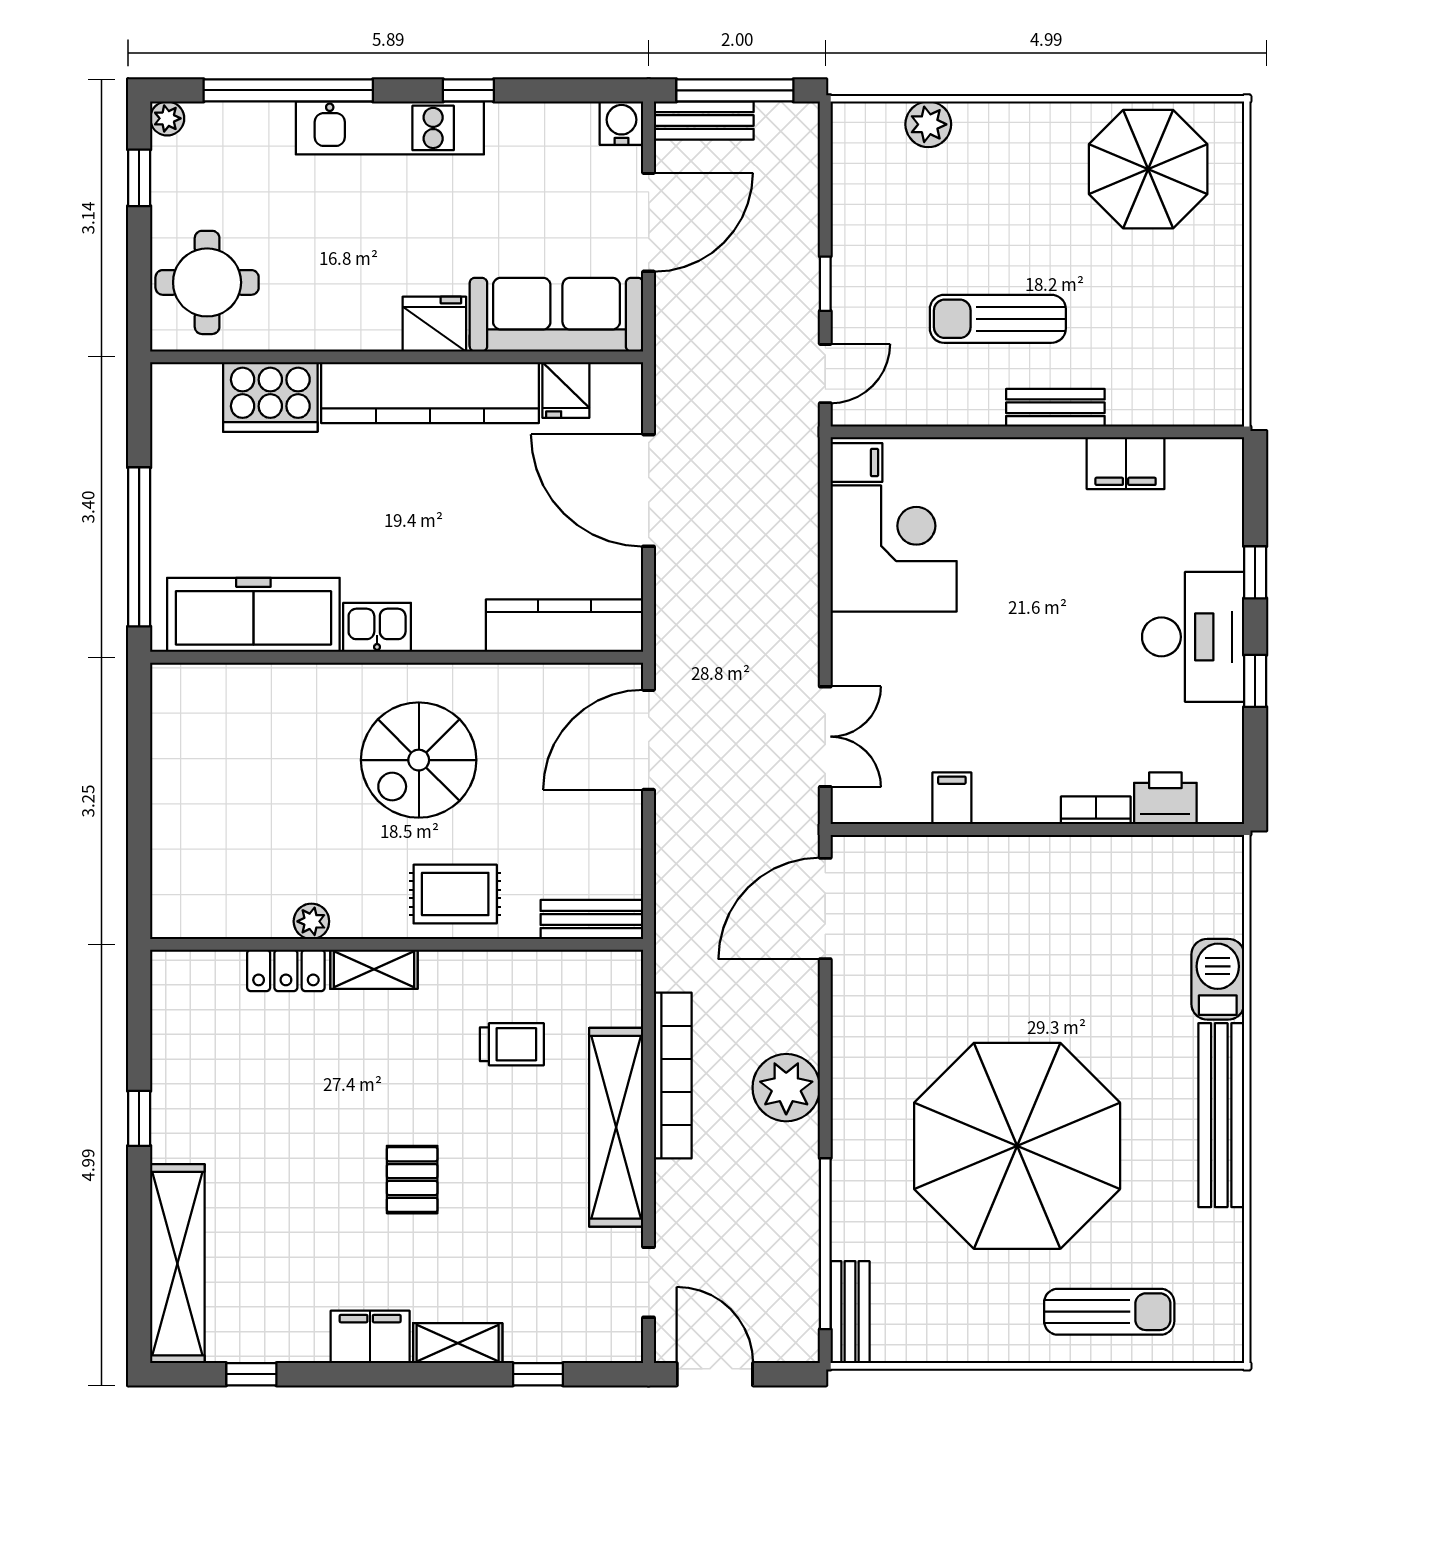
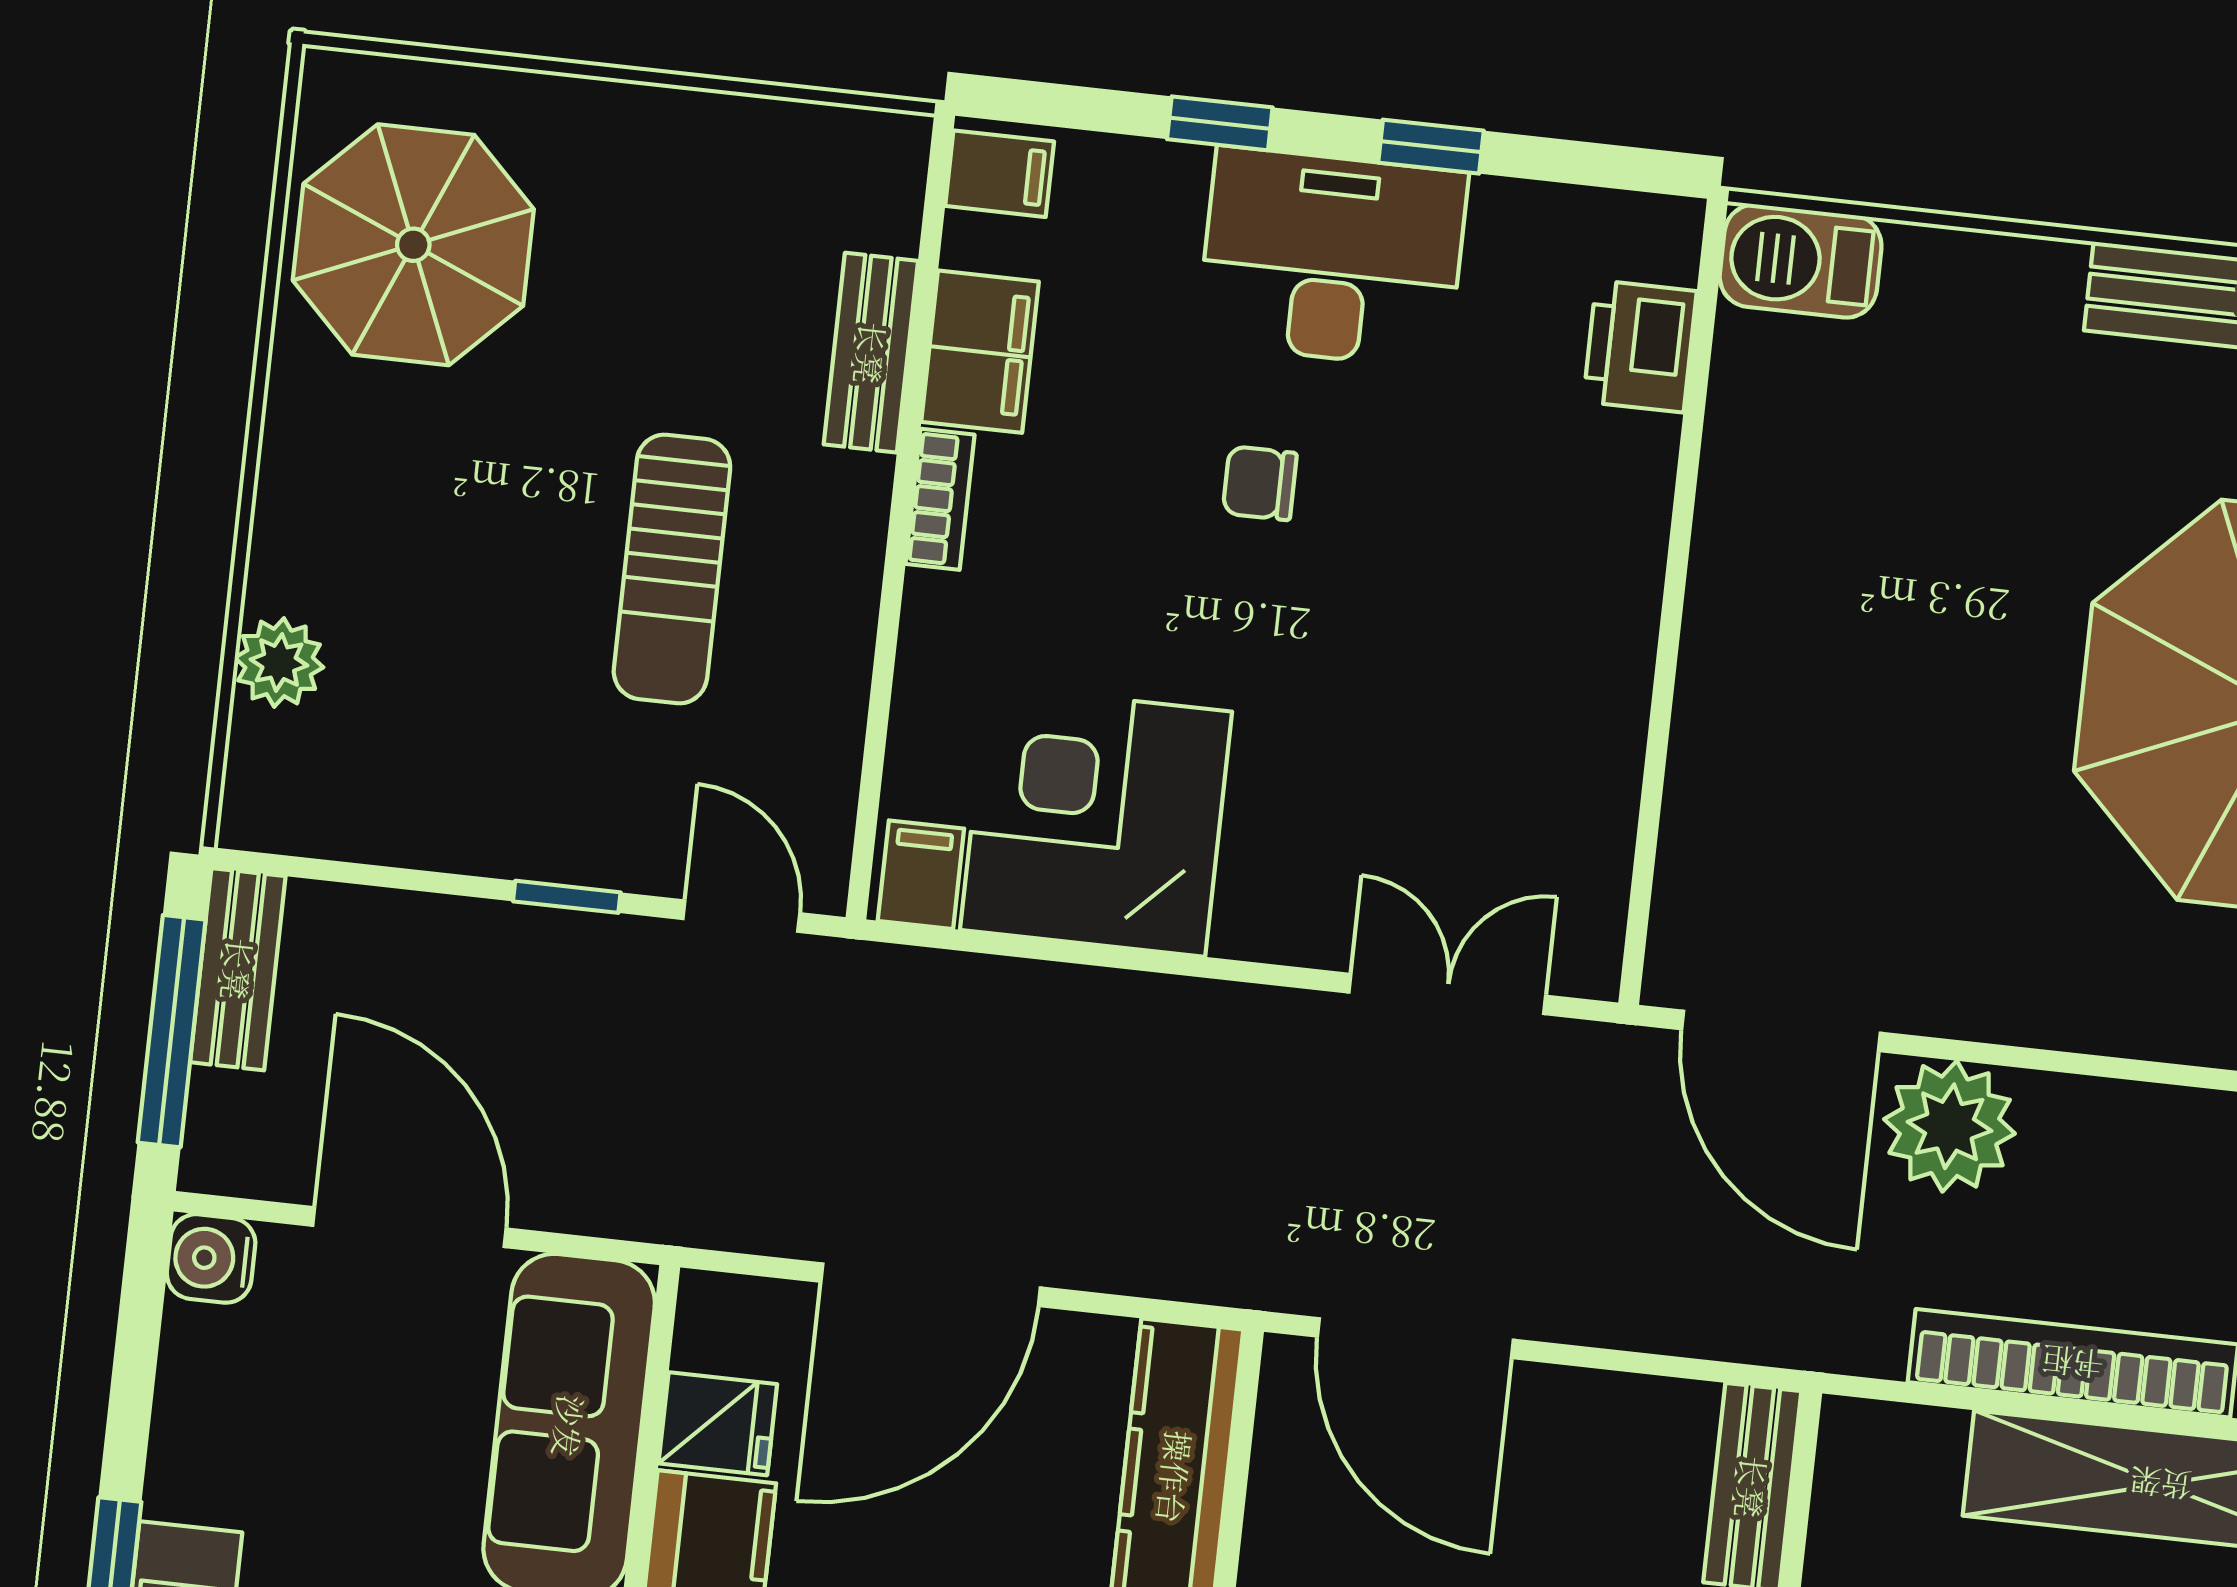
bench: (704, 121) -> (238, 969), moved
bench: (1055, 408) -> (871, 353), moved
chair: (1074, 613) -> (1260, 483), added
filing cabinet: (952, 798) -> (1000, 174), moved, turned 180
bookcase: (1096, 810) -> (940, 499), moved, turned 180
barbecue: (1218, 979) -> (1801, 261), moved
plant: (786, 1088) -> (1950, 1126), moved

